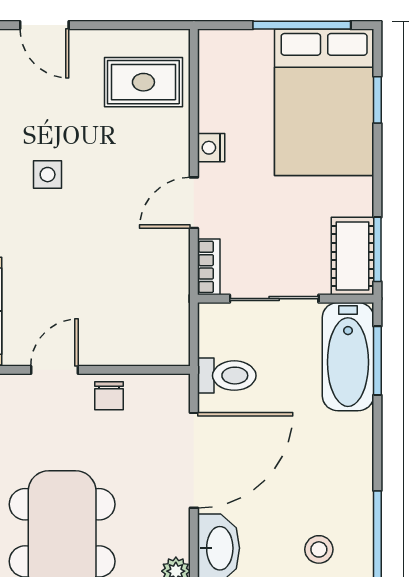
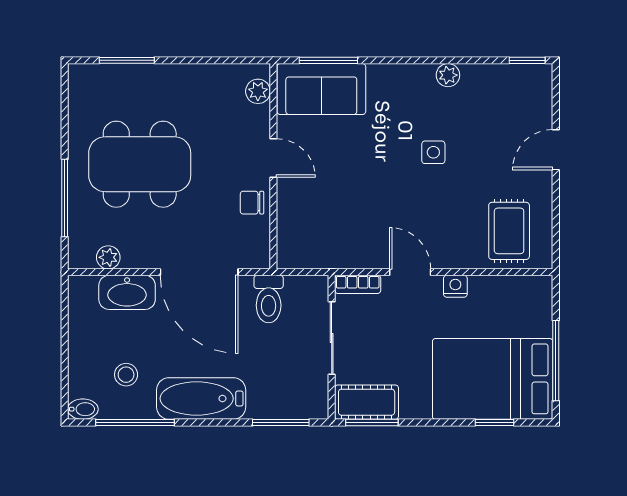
bathtub: (348, 357) -> (201, 399), moved

